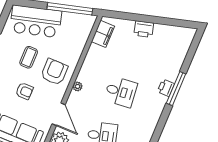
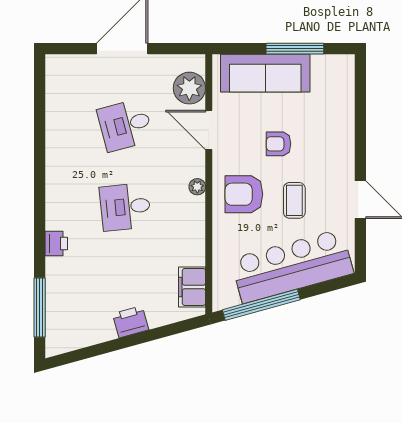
bar counter: (36, 21) -> (292, 266), width x1.36
armchair: (54, 72) -> (244, 194), turned 90
window: (176, 89) -> (40, 307), moved

